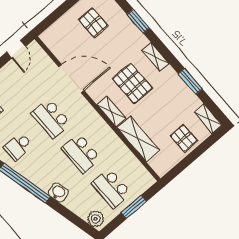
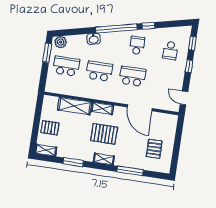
window: (138, 21) -> (130, 171), width x1.44
pallet: (93, 23) -> (154, 149), turned 90
door: (71, 79) -> (140, 108), hinge flipped
window: (134, 207) -> (47, 53), moved

